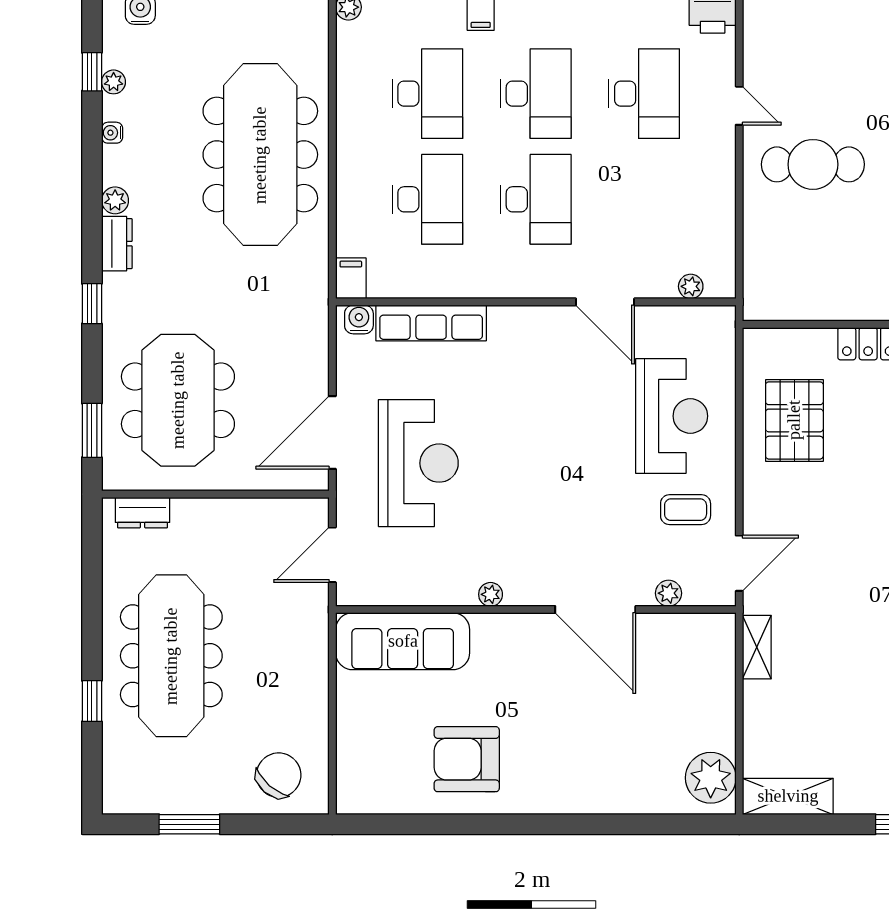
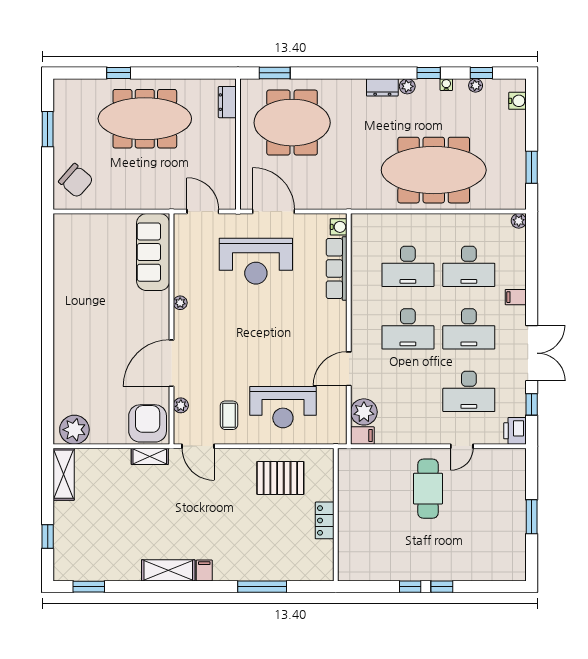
filing cabinet: (351, 278) -> (362, 435), moved
plant: (691, 286) -> (364, 412), width x1.88, depth x1.88
window: (92, 304) -> (429, 73), moved
armchair: (467, 759) -> (148, 423), moved

